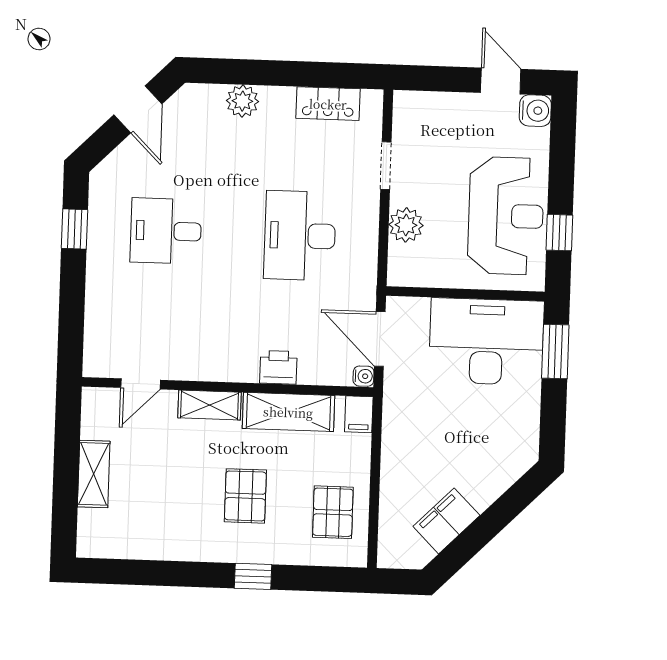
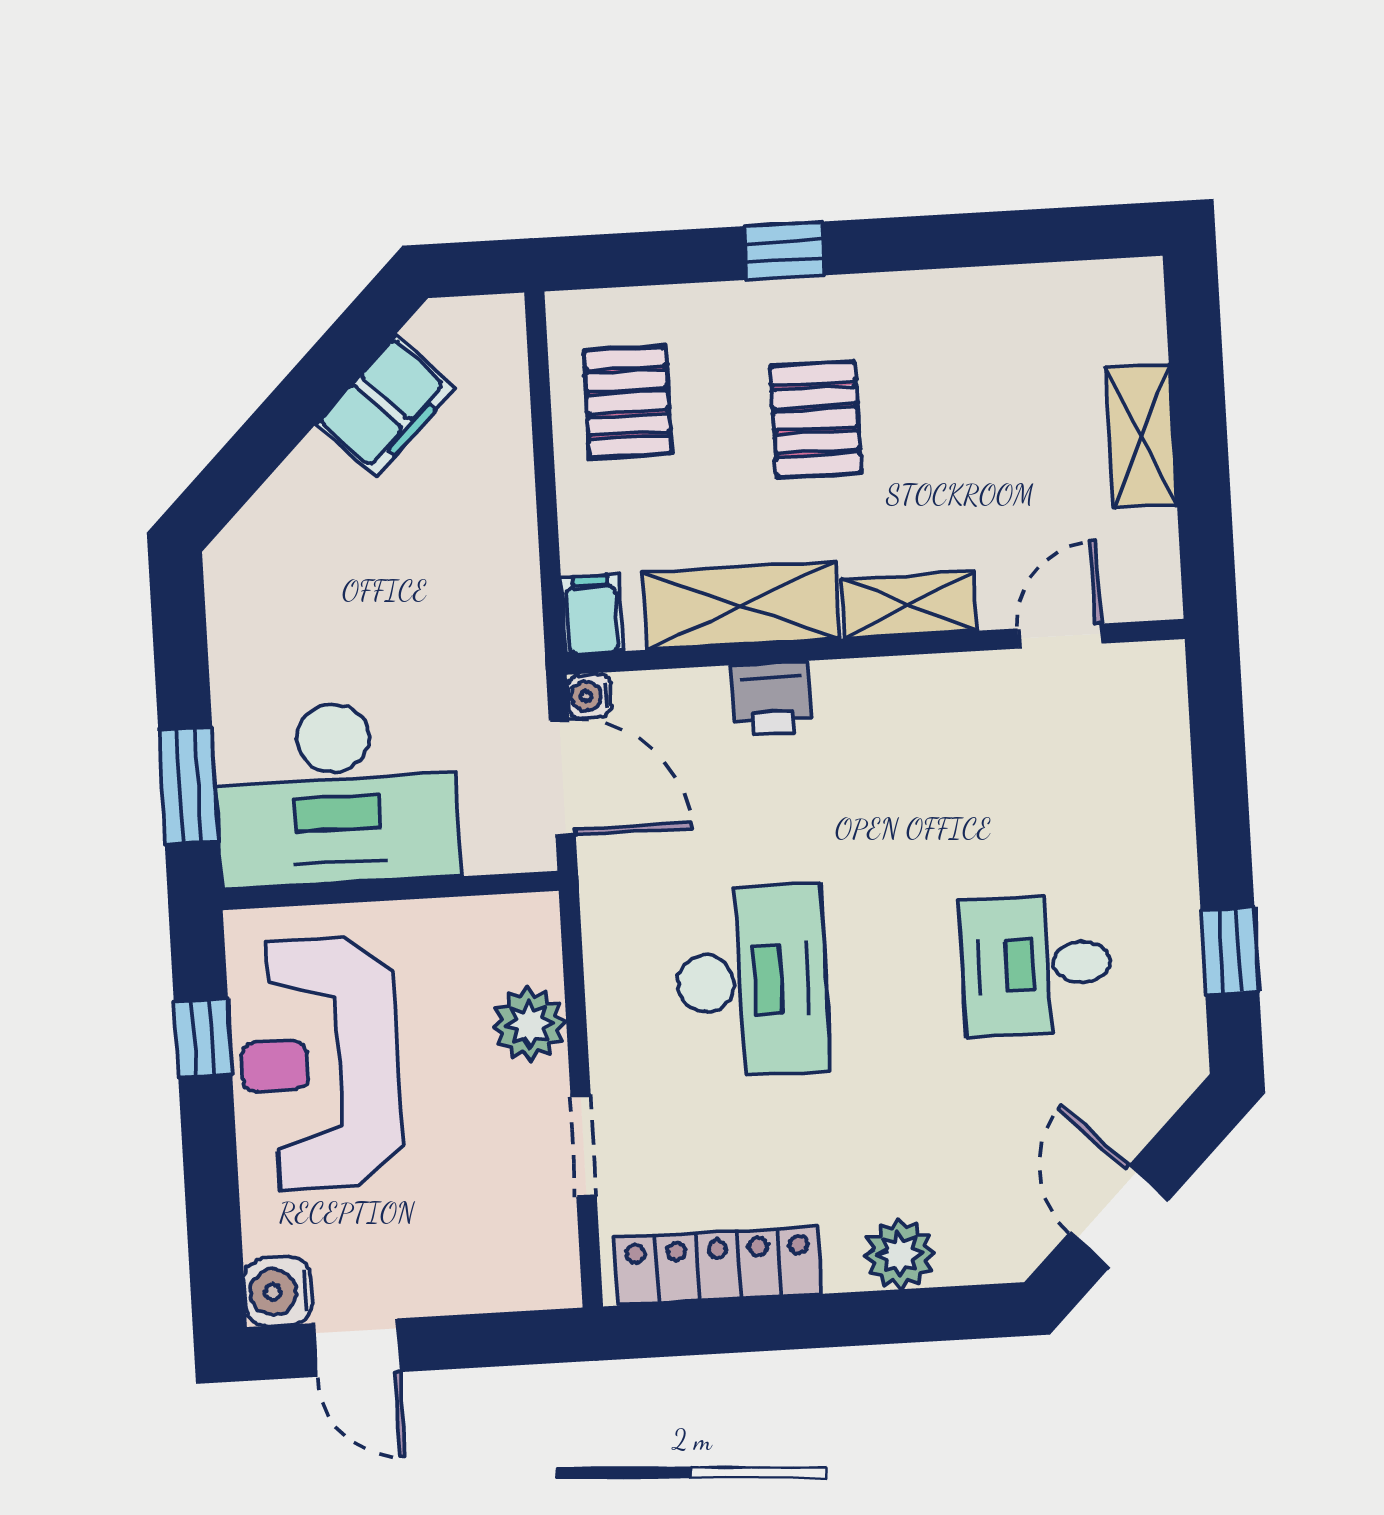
locker: (328, 104) -> (718, 1266), width x1.53
desk: (166, 231) -> (1036, 964), turned 180

